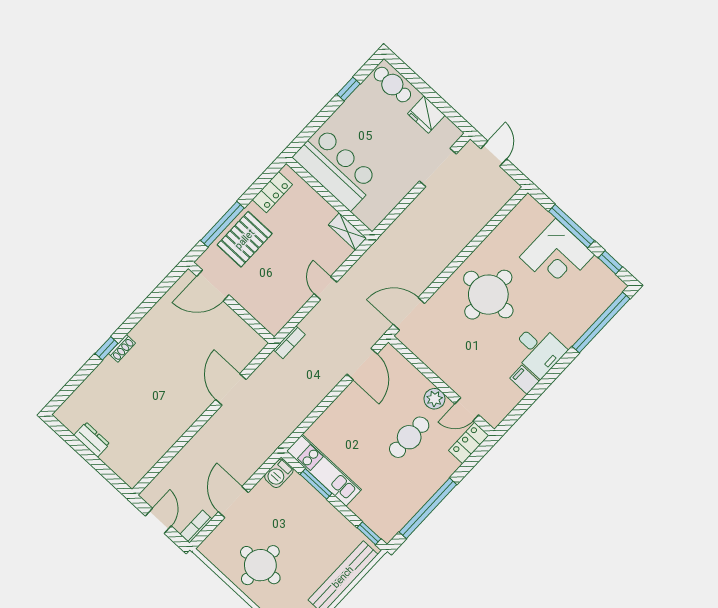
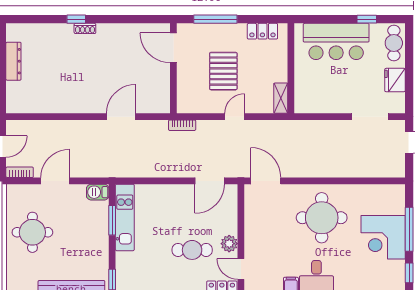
bar counter: (336, 168) -> (336, 41), moved, turned 90
pallet: (245, 239) -> (223, 71), moved, turned 90
dresser: (92, 440) -> (13, 61), width x1.44

